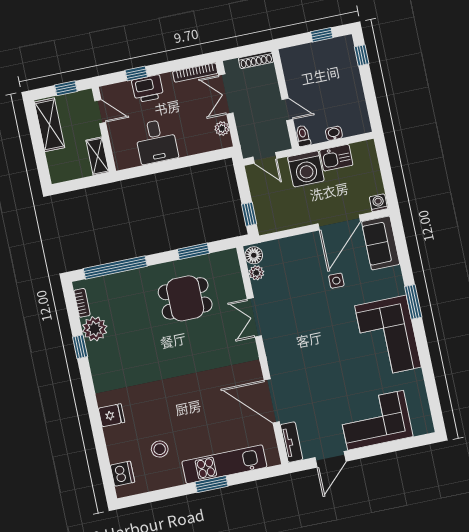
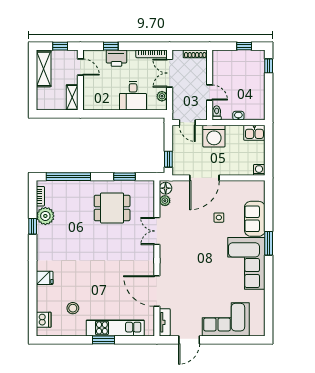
desk: (156, 141) -> (133, 96), moved
kitchen sink: (336, 158) -> (254, 133), moved
door: (339, 223) -> (204, 178), moved
sofa: (381, 243) -> (255, 219), moved

